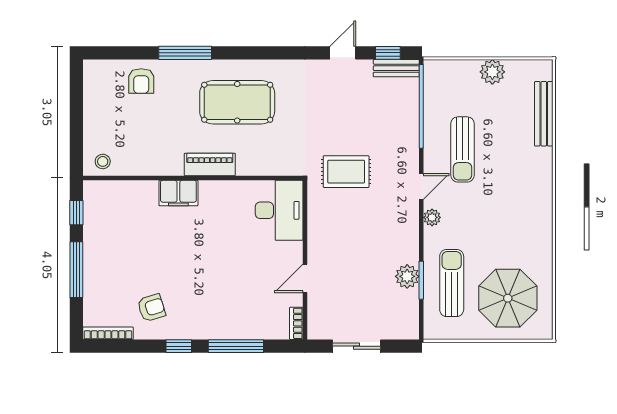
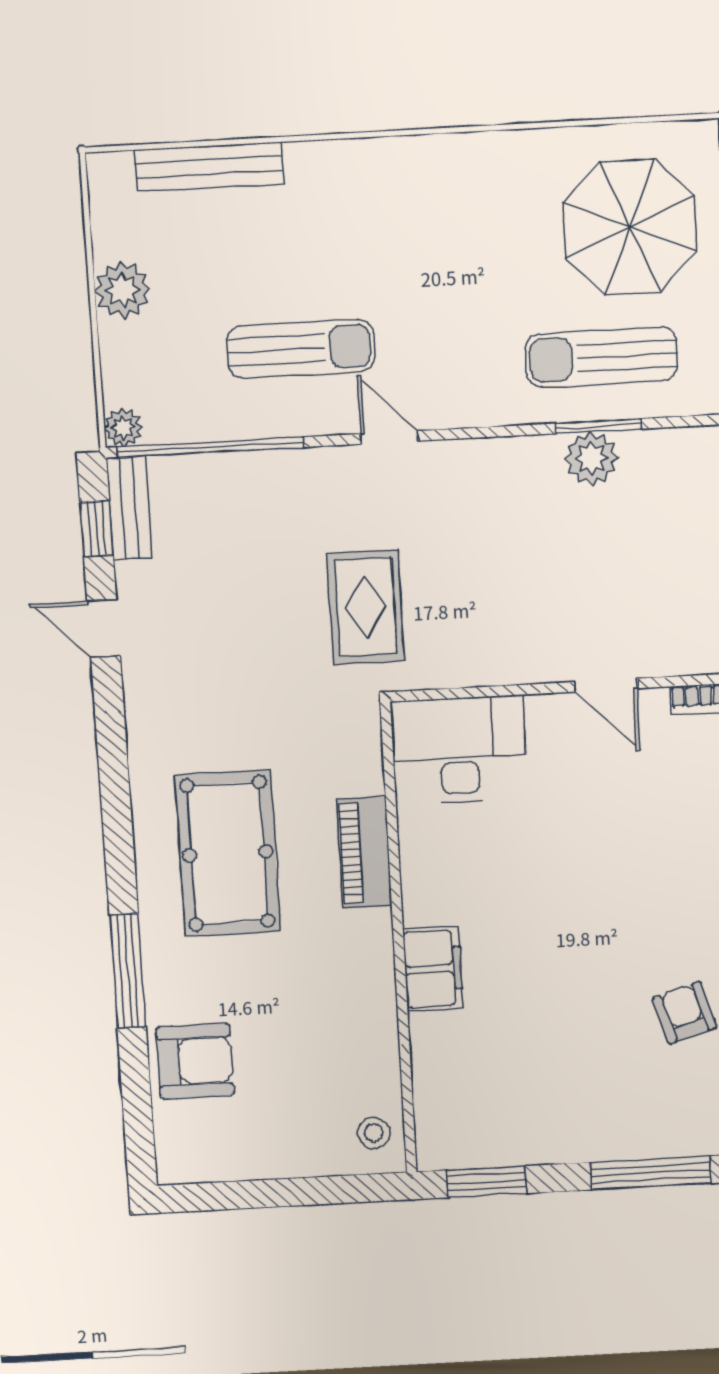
armchair: (141, 81) -> (195, 1061), width x1.38, depth x1.38
piano: (210, 164) -> (364, 853), moved
window: (76, 213) -> (487, 1182), width x1.50
plant: (432, 217) -> (123, 428), moved
window: (76, 270) -> (651, 1173), moved

